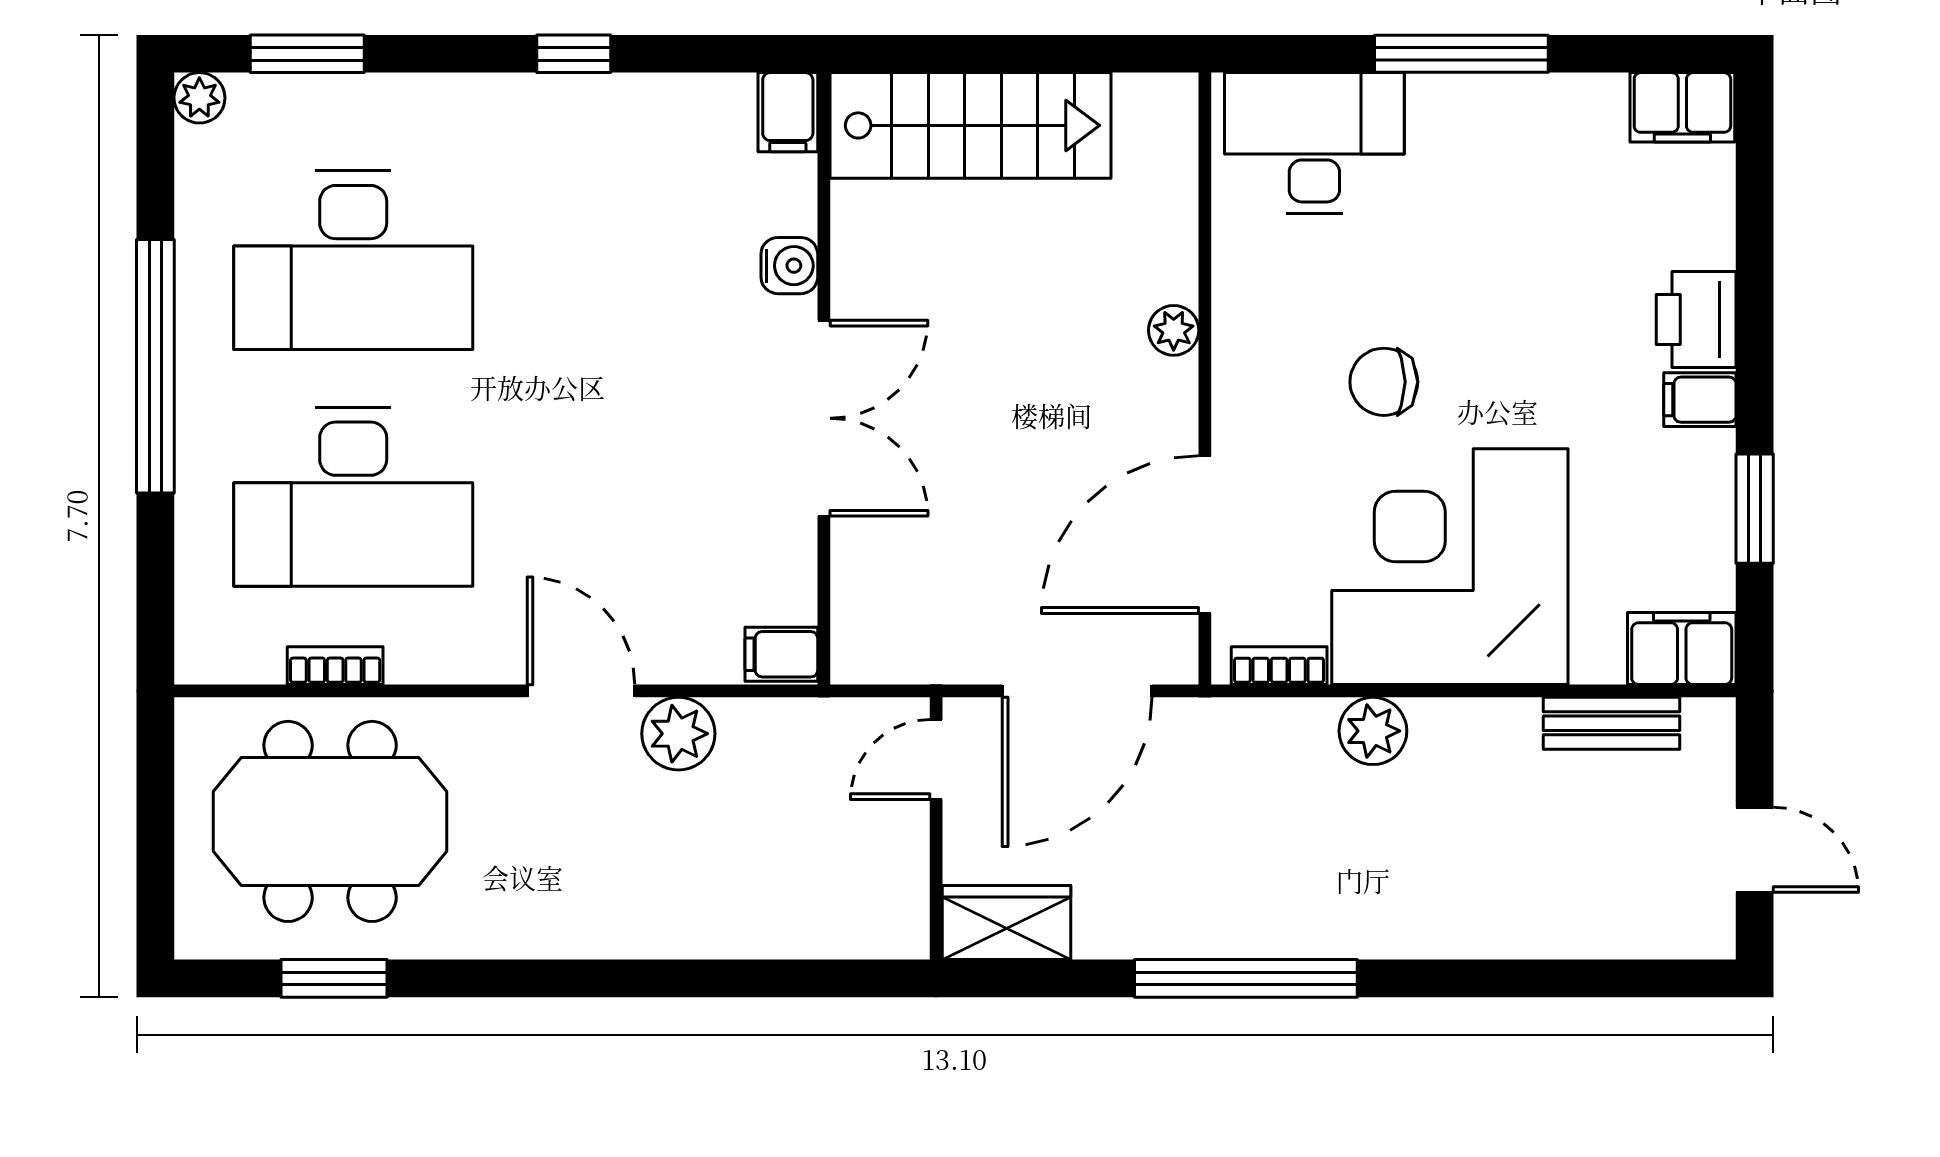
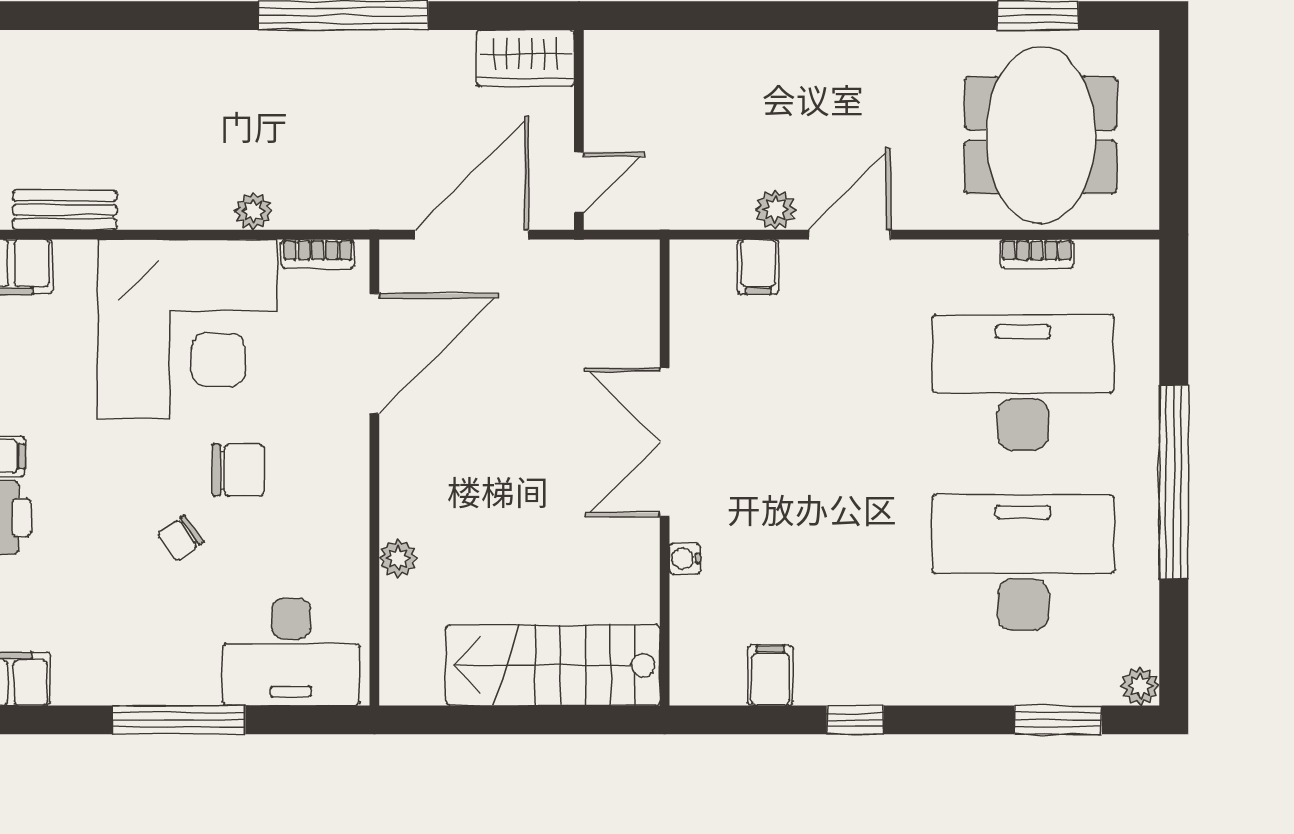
filing cabinet: (788, 112) -> (770, 675), moved
water cooler: (789, 266) -> (685, 559), width x0.72, depth x0.72
chair: (1460, 292) -> (180, 538), added
plant: (1174, 330) -> (398, 558), moved
filing cabinet: (781, 654) -> (758, 267), moved, turned 90
door: (581, 691) -> (850, 235), swing flipped
plant: (1373, 731) -> (253, 211), width x0.73, depth x0.73
plant: (678, 734) -> (775, 210), width x0.73, depth x0.73
meeting table: (330, 821) -> (1041, 135), turned 90

